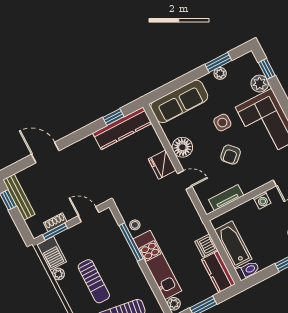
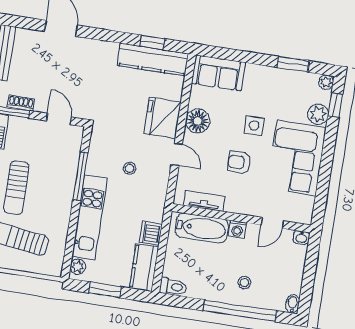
plant: (220, 73) -> (326, 82), moved
sofa: (179, 101) -> (218, 73), width x0.73
armchair: (231, 155) -> (239, 162), turned 43
fridge: (162, 165) -> (163, 118), width x1.36, depth x1.34
stool: (135, 225) -> (130, 168), moved
bathtub: (233, 245) -> (202, 228), moved, turned 90

